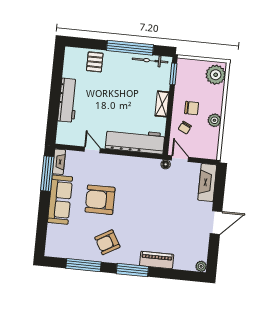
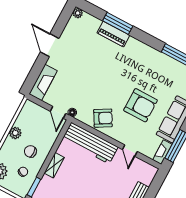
chair: (185, 128) -> (23, 172), moved
door: (216, 223) -> (50, 45), hinge flipped
armchair: (107, 242) -> (103, 118), moved
window: (132, 270) -> (118, 23), moved

